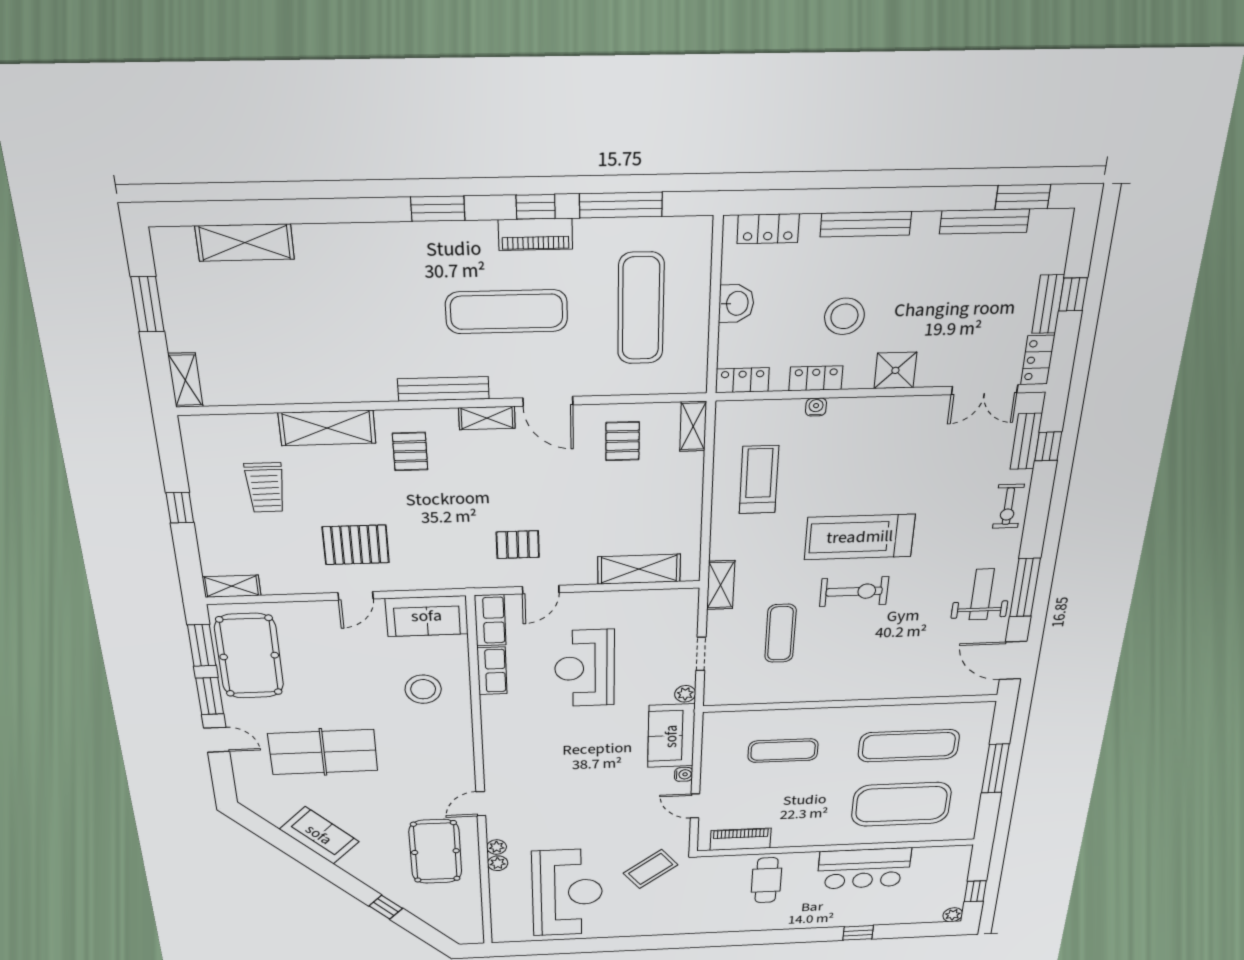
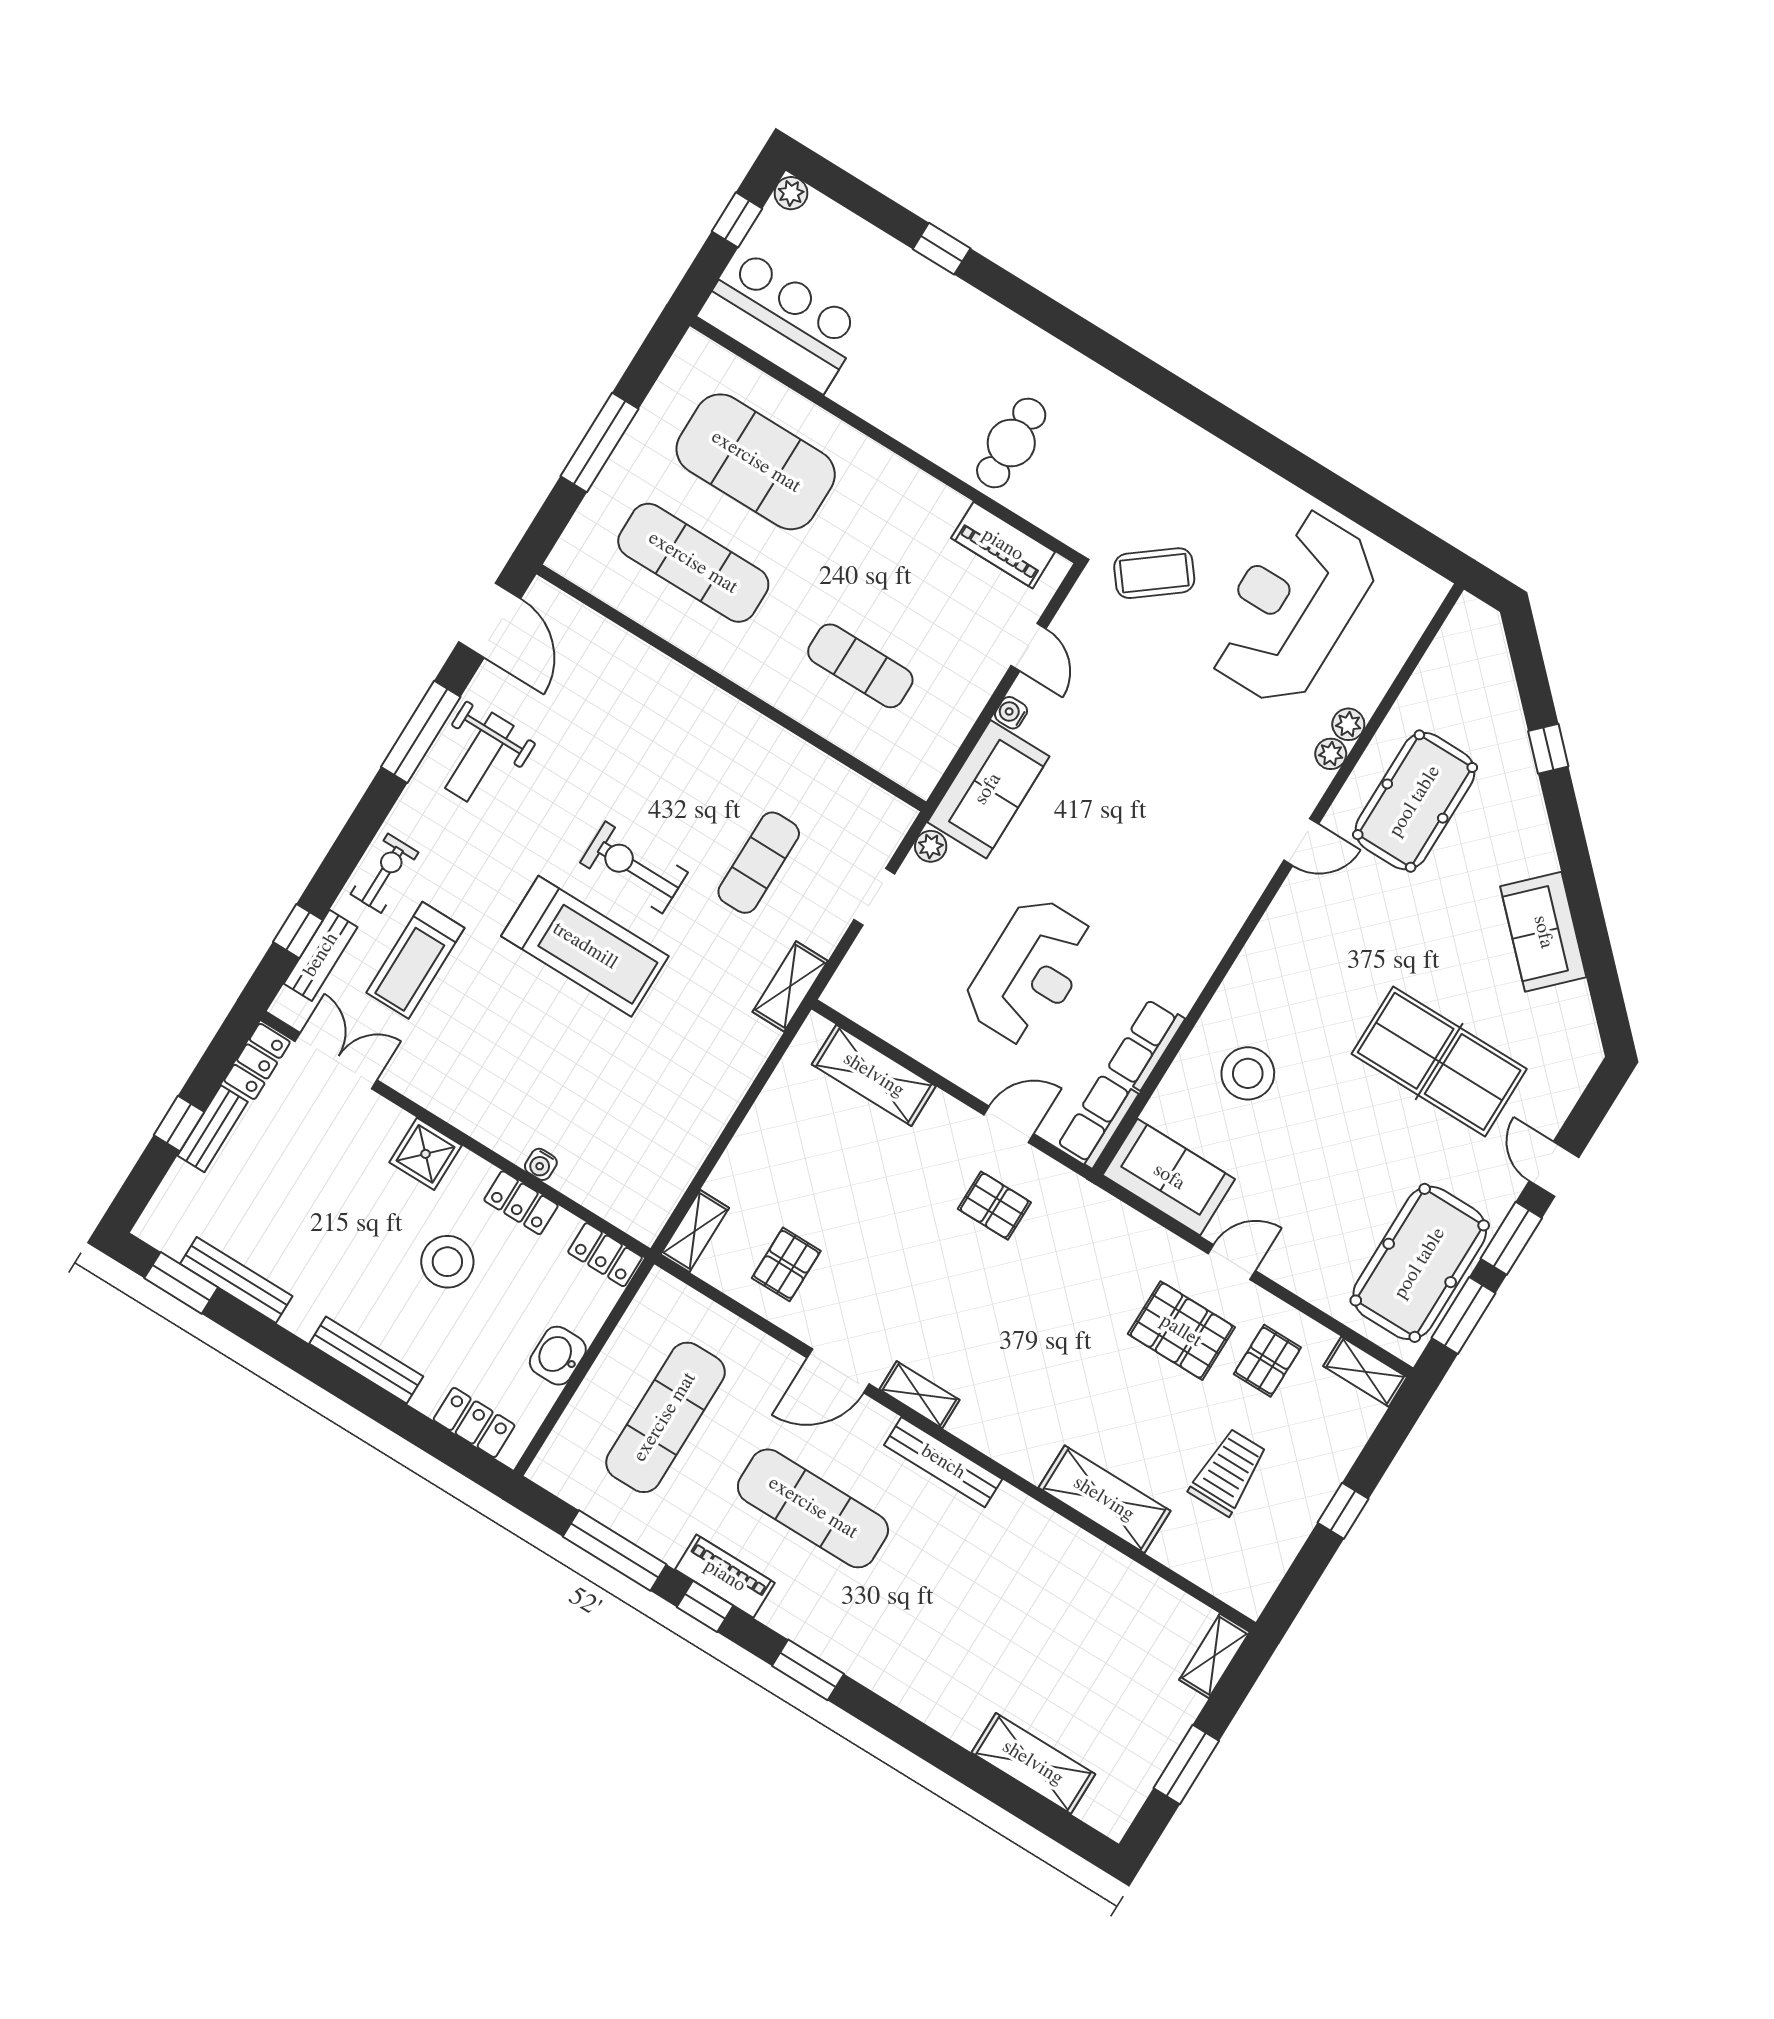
door: (548, 401) -> (838, 1371), swing flipped
pallet: (410, 451) -> (1267, 1361), moved
treadmill: (759, 480) -> (415, 960), moved
bar counter: (864, 868) -> (781, 320), moved

